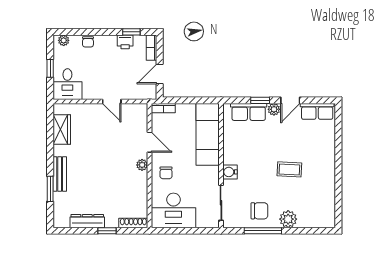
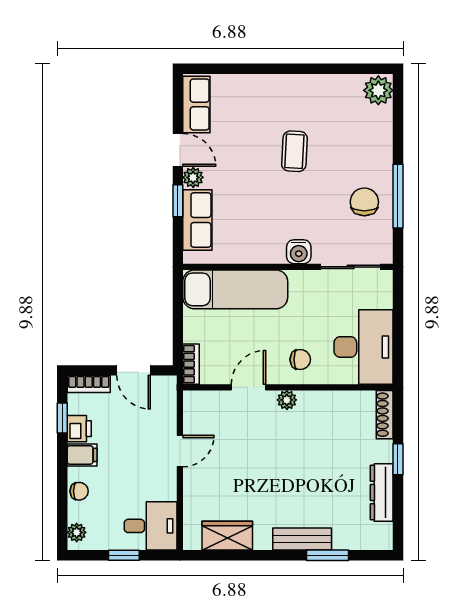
filing cabinet: (109, 44) -> (82, 455), added
plant: (288, 219) -> (378, 90), moved

